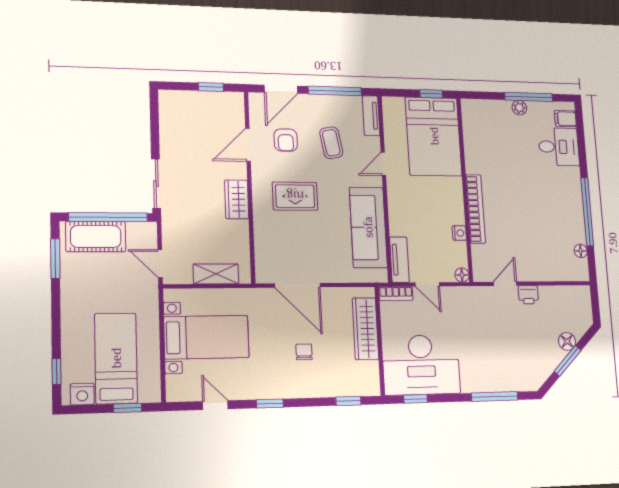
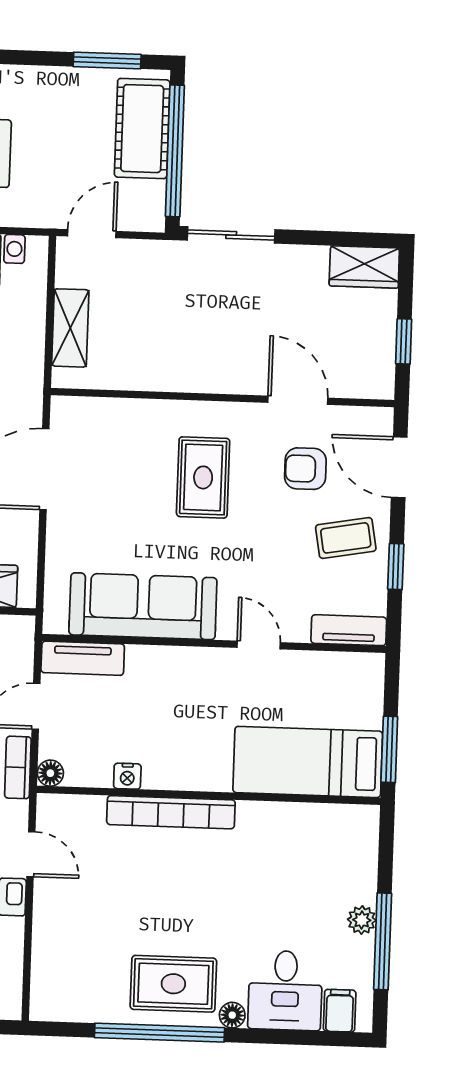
window: (335, 91) -> (396, 567), width x0.46
window: (431, 94) -> (389, 749), width x1.50
bed: (434, 136) -> (308, 762), width x0.67
coffee table: (331, 143) -> (346, 538), moved
wardrobe: (237, 199) -> (364, 267), moved, turned 180
rug: (562, 205) -> (173, 984), added
floor lamp: (581, 251) -> (232, 1015), moved
bookcase: (396, 294) -> (18, 767), moved

